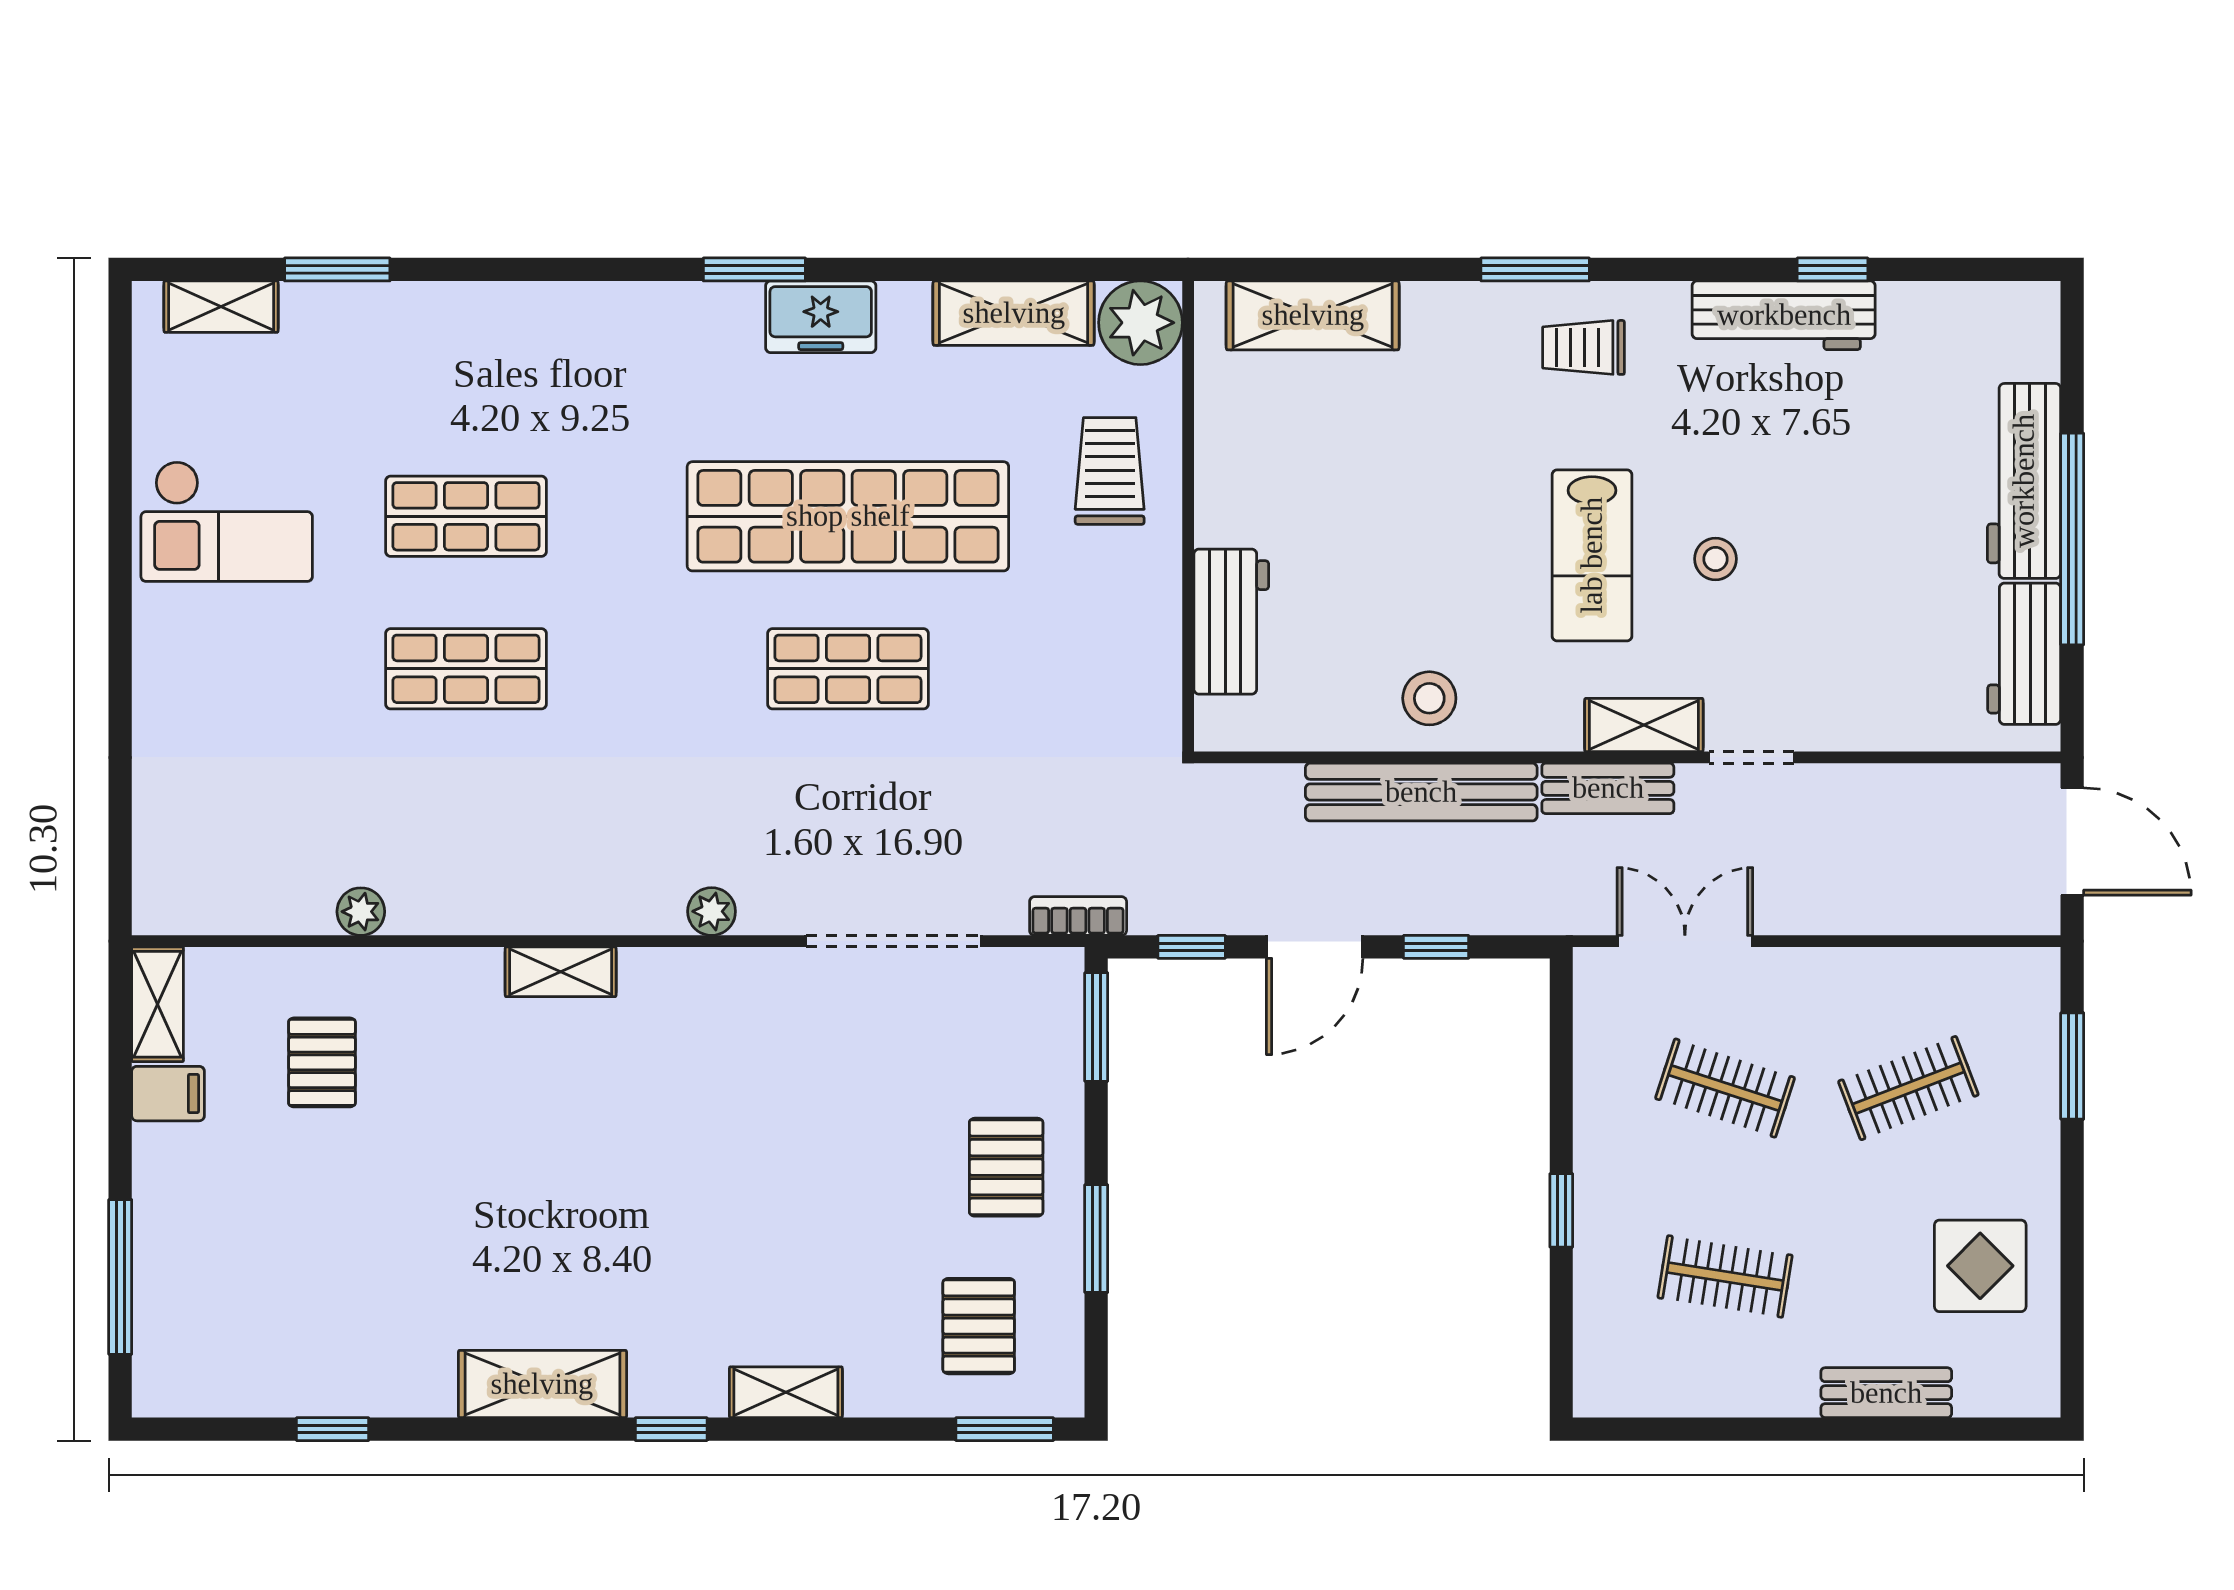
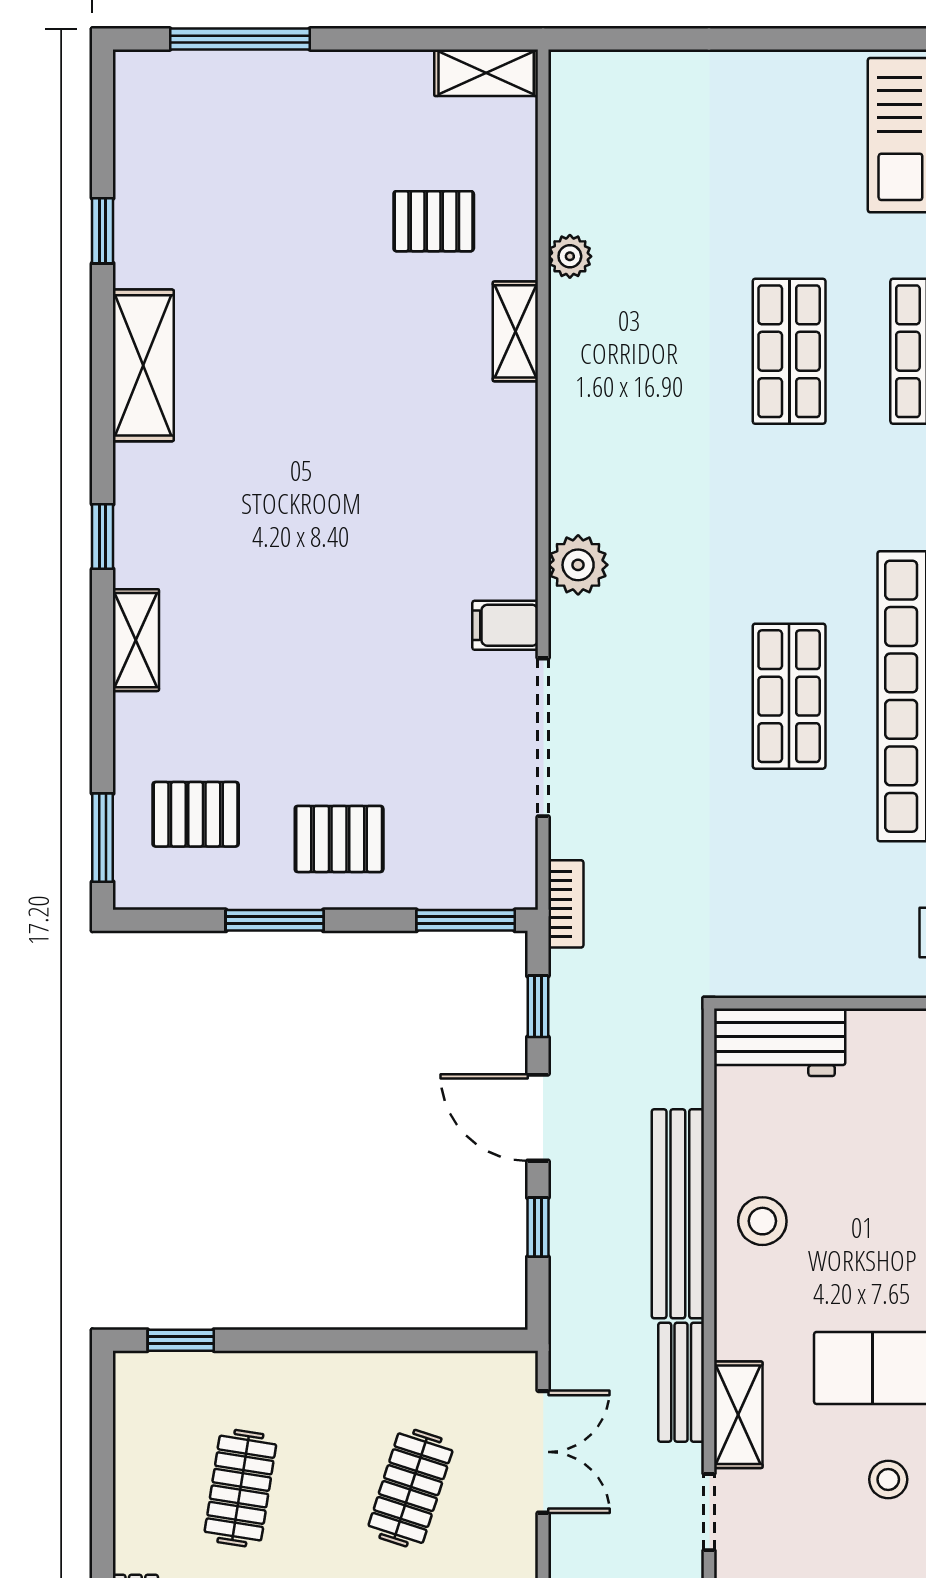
workbench: (1231, 622) -> (780, 1042), moved
plant: (712, 911) -> (578, 565), width x1.38, depth x1.38
shelving: (561, 972) -> (515, 331), moved
filing cabinet: (168, 1094) -> (505, 625), moved, turned 90
window: (1561, 1210) -> (181, 1340), moved
shelving: (542, 1384) -> (143, 365), moved

